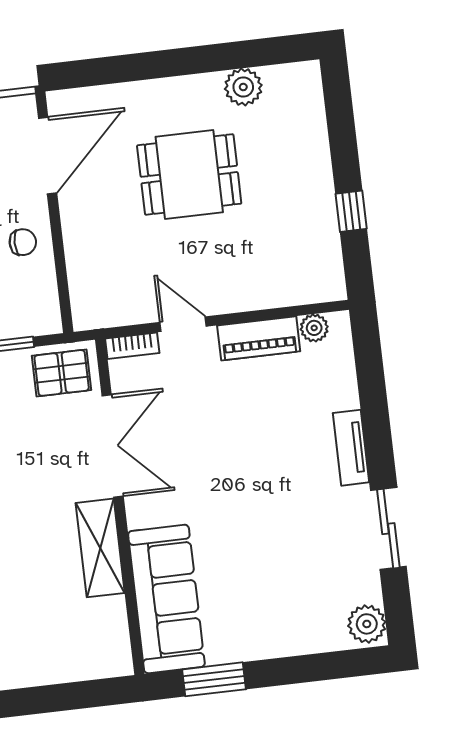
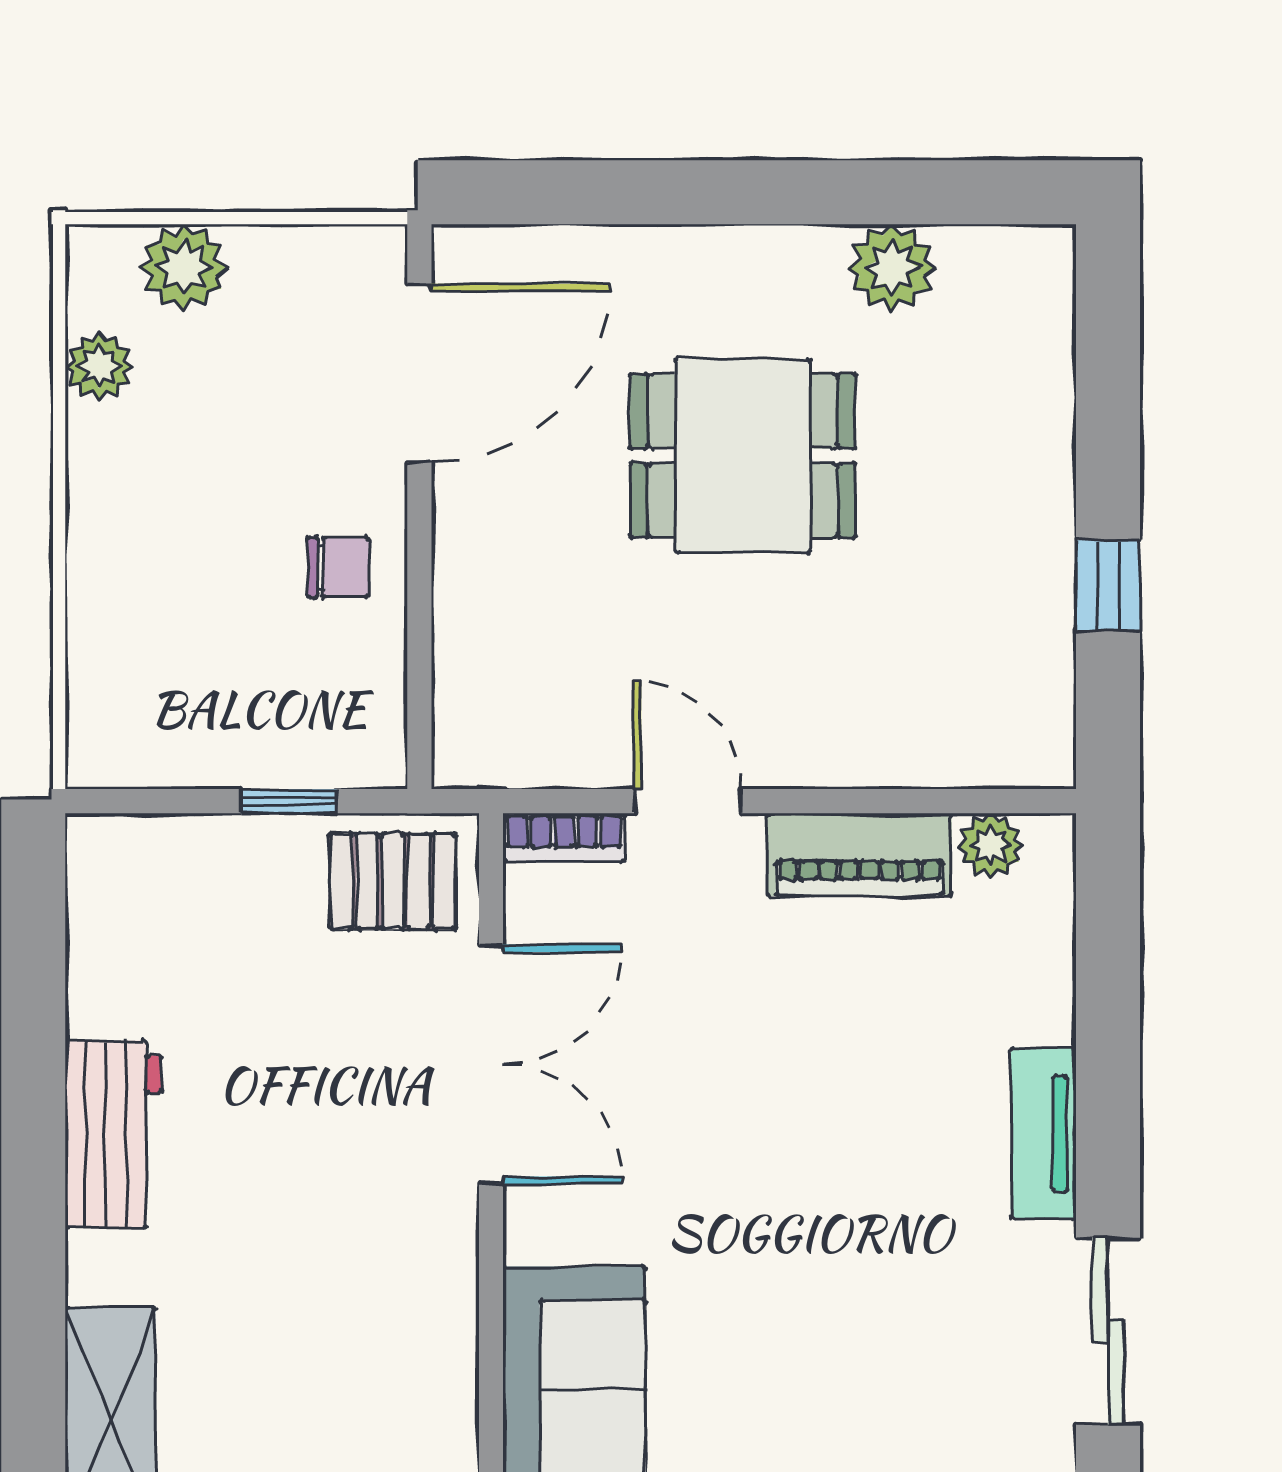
shelving: (100, 548) -> (435, 1297), removed

